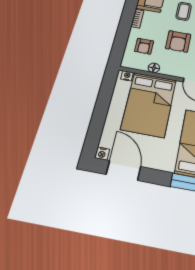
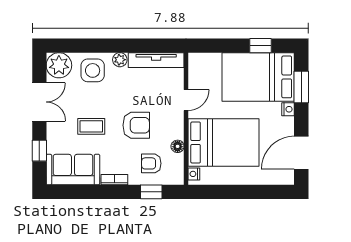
window: (120, 42) -> (151, 192), added
armchair: (144, 46) -> (151, 163), turned 180
nightstand: (102, 154) -> (288, 109), moved

